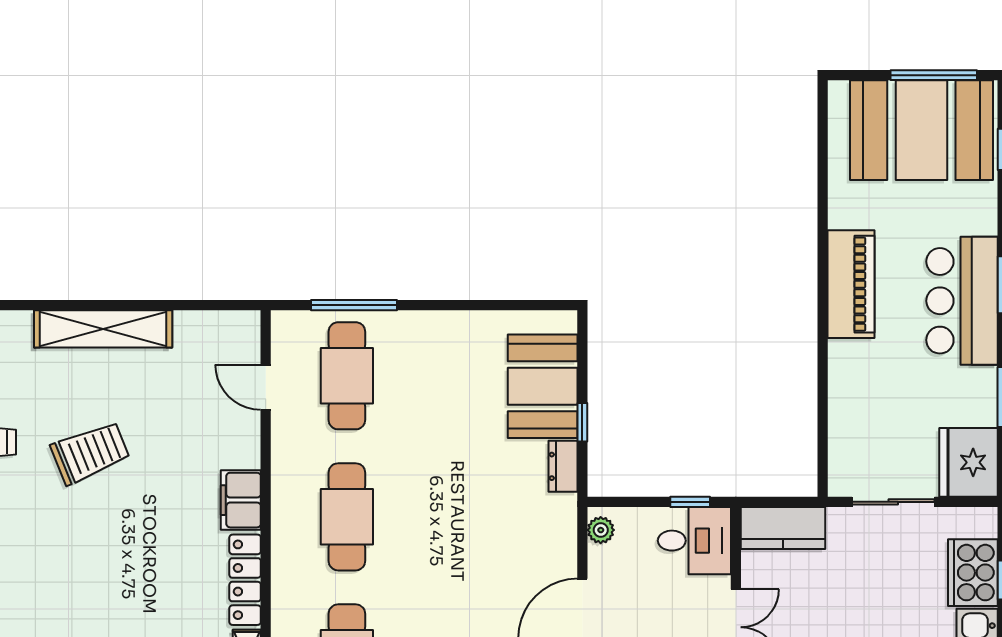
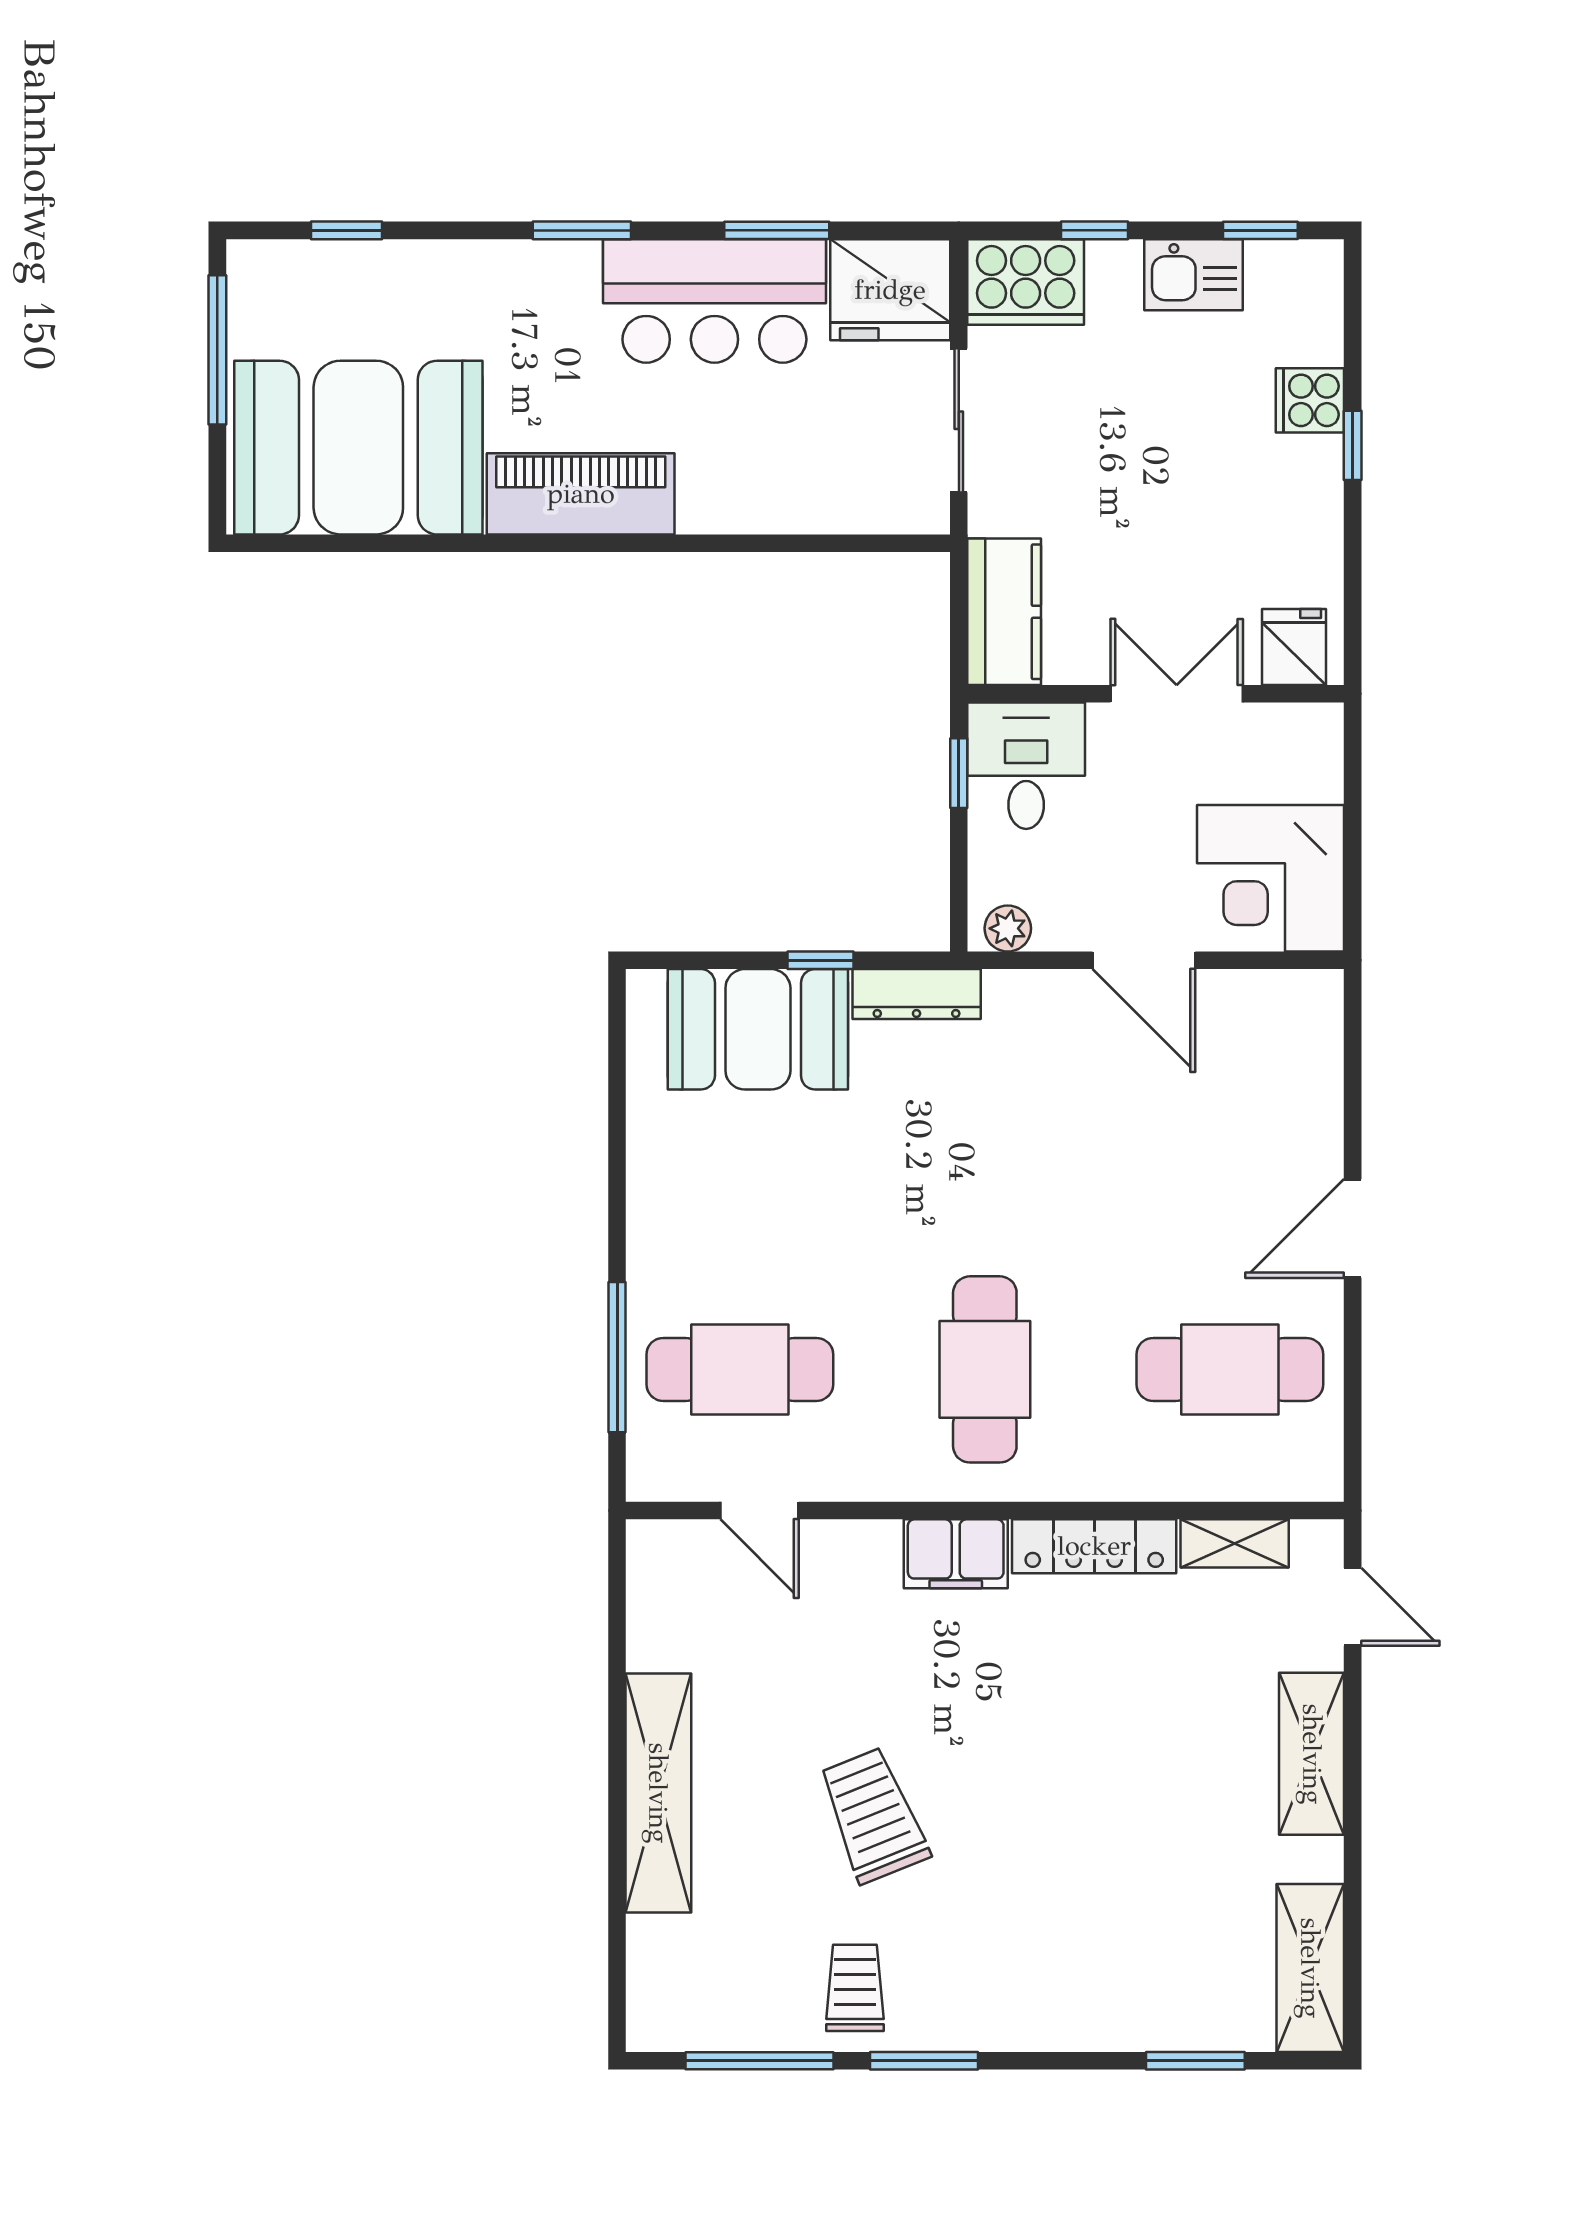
booth: (921, 130) -> (358, 448), moved, turned 90
bar counter: (962, 301) -> (714, 301), moved
door: (266, 387) -> (760, 1511), hinge flipped
dresser: (563, 466) -> (917, 994), width x1.44
cafe table: (347, 517) -> (985, 1369), turned 90
cooker: (973, 573) -> (1026, 282), moved

